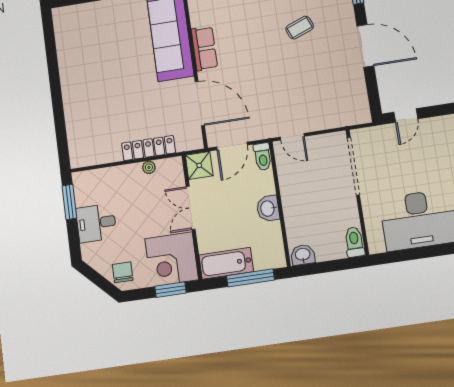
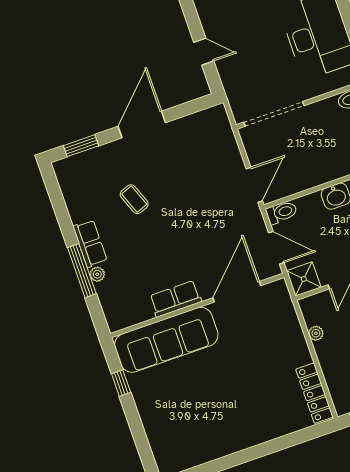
door: (406, 116) -> (204, 52), moved
door: (292, 137) -> (254, 185), width x1.38
locker: (149, 148) -> (314, 393), moved

